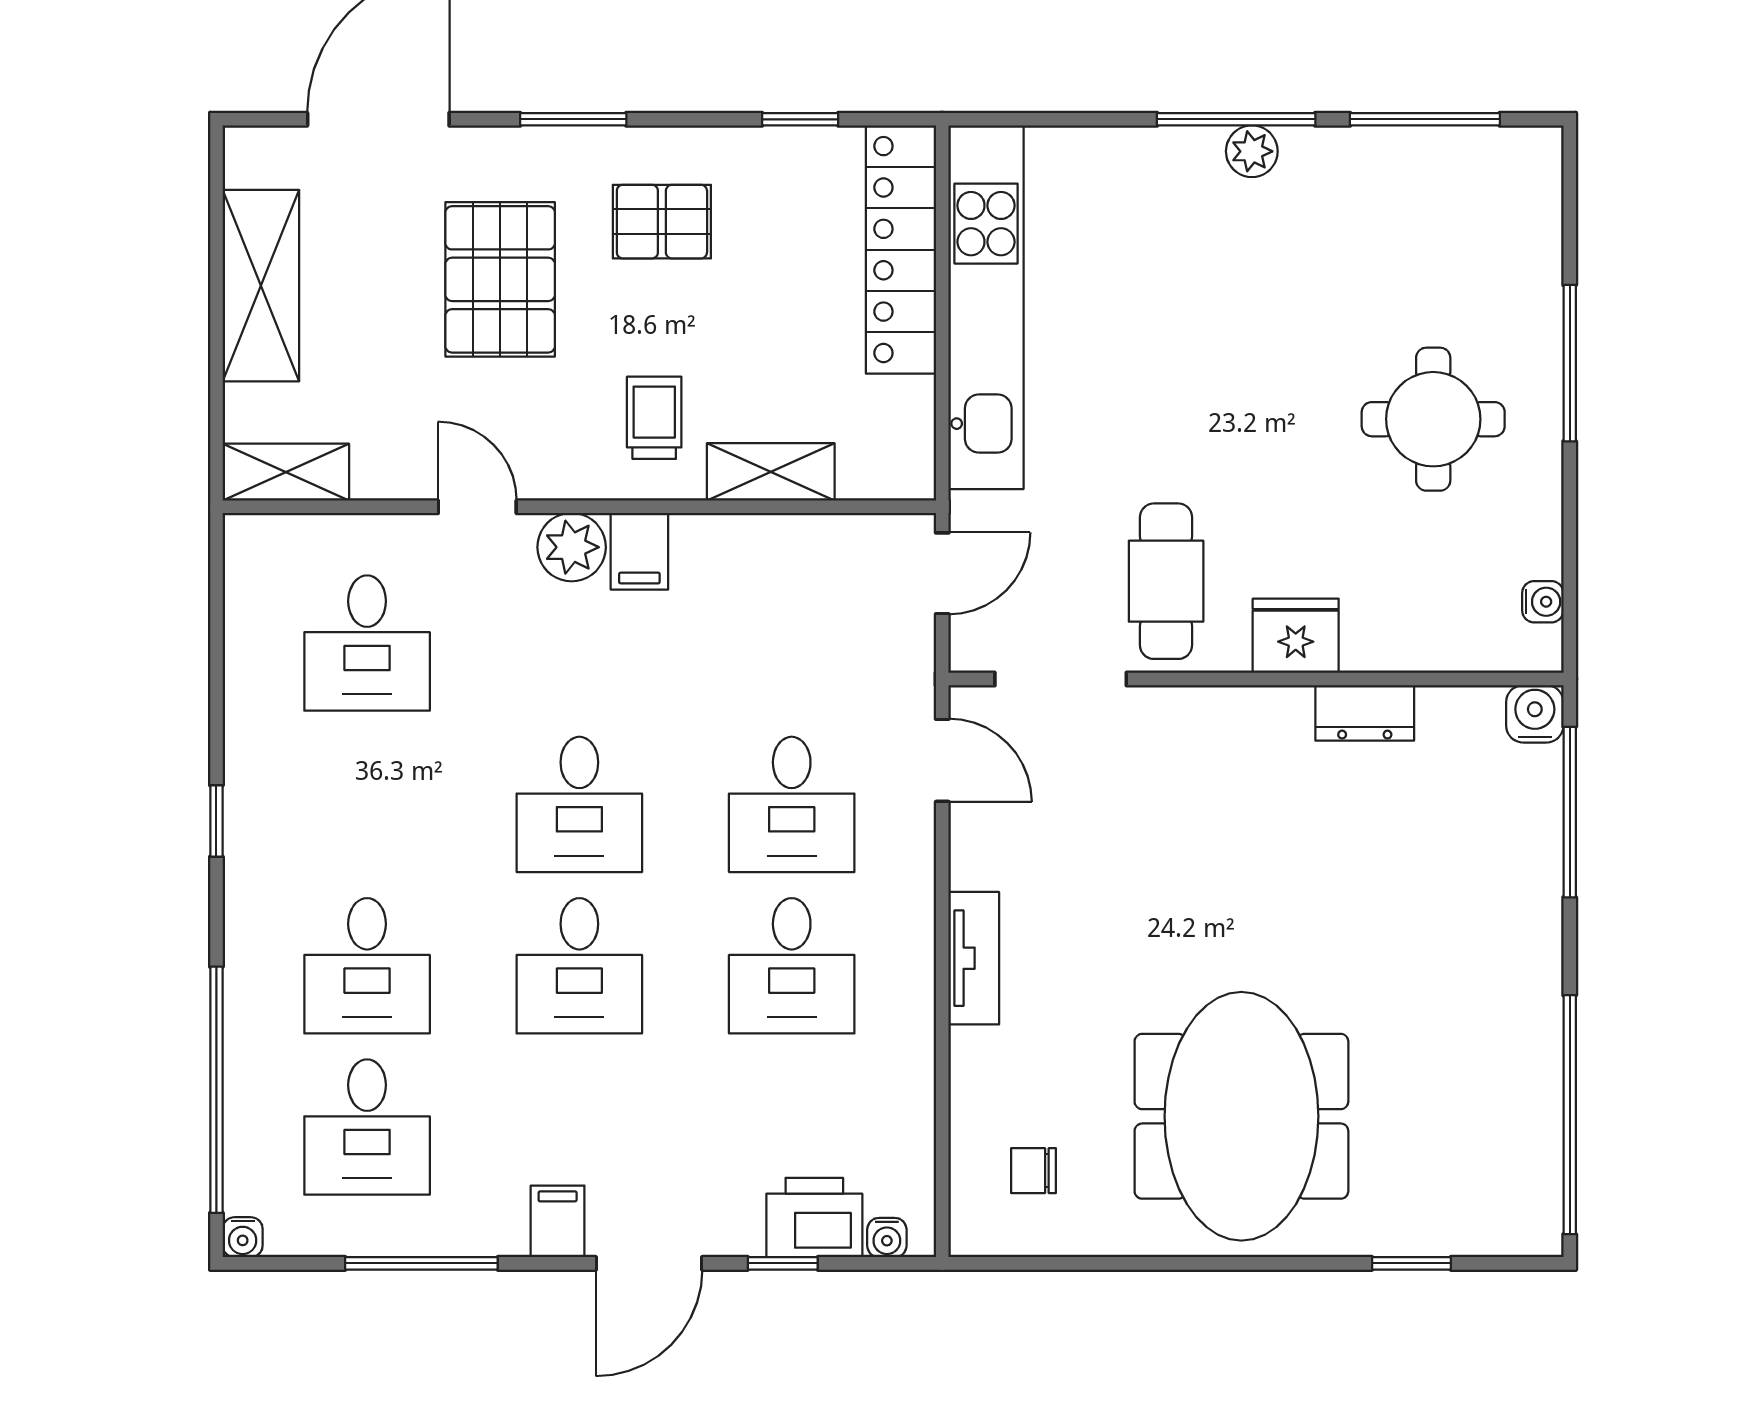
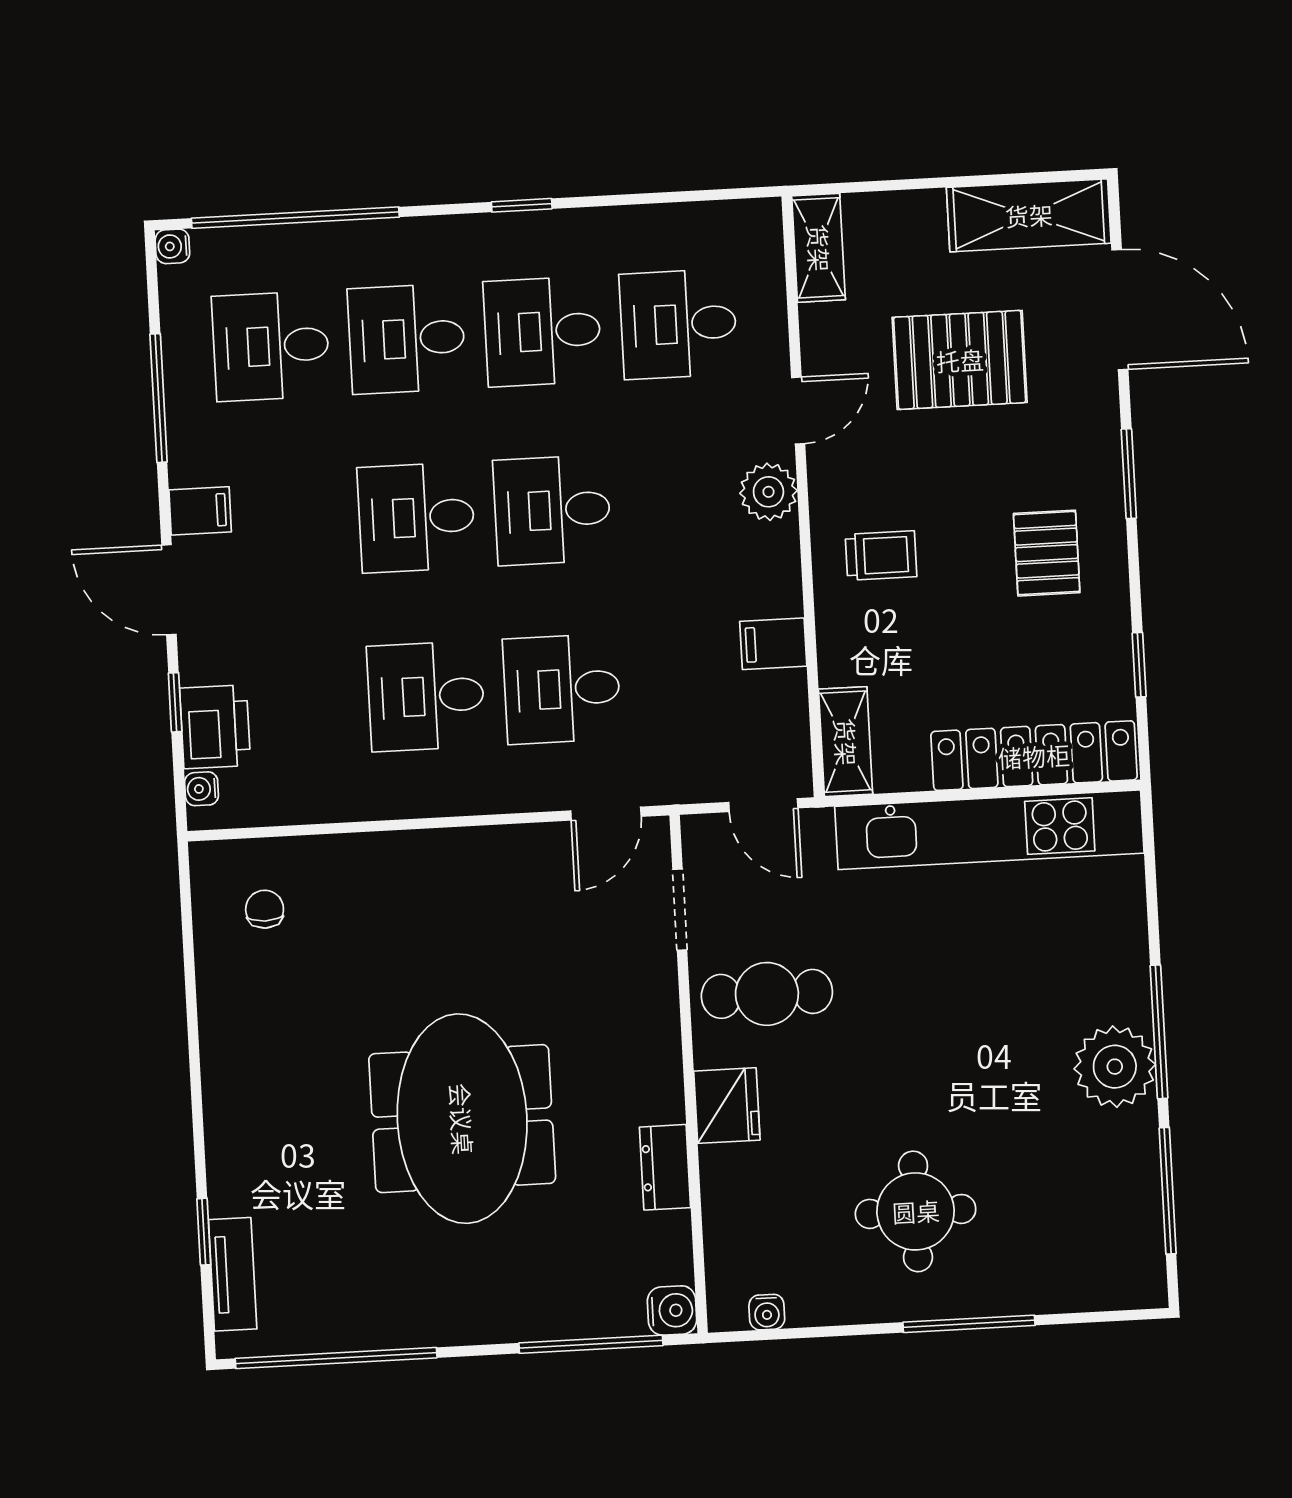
plant: (1252, 151) -> (1115, 1067), width x1.88, depth x1.88
pallet: (500, 279) -> (960, 360), moved
shelving: (261, 286) -> (1029, 215), moved
shelving: (771, 472) -> (846, 742), moved
filing cabinet: (639, 551) -> (773, 644), moved
doorway: (1061, 679) -> (680, 910), width x0.73
desk: (367, 804) -> (543, 331), added
tv unit: (974, 958) -> (233, 1274), moved, turned -90
meeting table: (1241, 1116) -> (462, 1119), moved, turned 90

